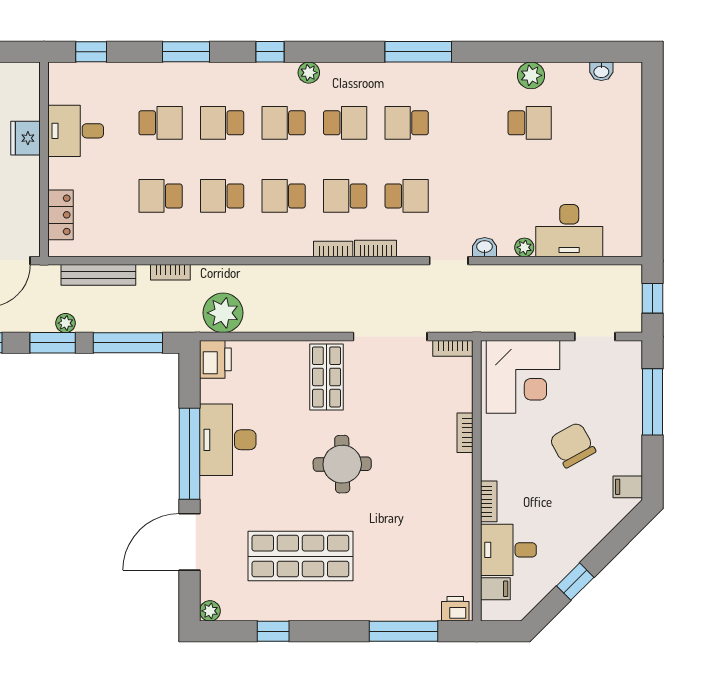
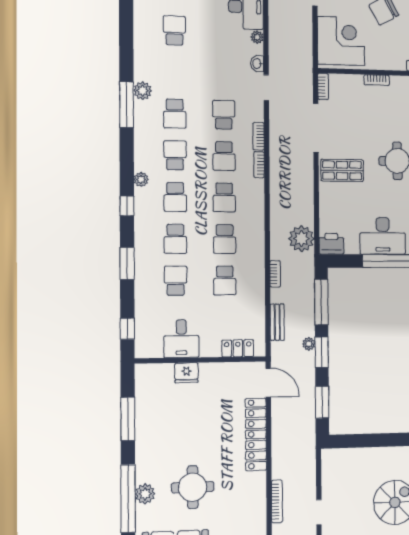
plant: (531, 75) -> (143, 91), moved
bench: (98, 275) -> (277, 322), width x0.73

